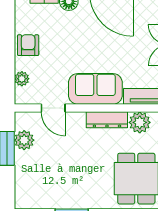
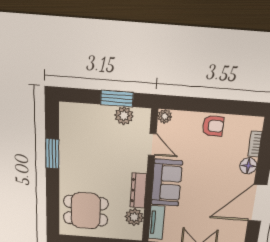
plant: (22, 79) -> (165, 116), moved
door: (53, 108) -> (152, 145), swing flipped

